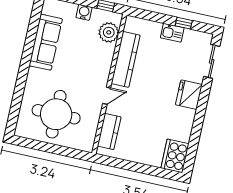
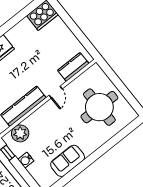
sofa: (46, 42) -> (68, 161), width x0.73
door: (107, 96) -> (56, 92), swing flipped

